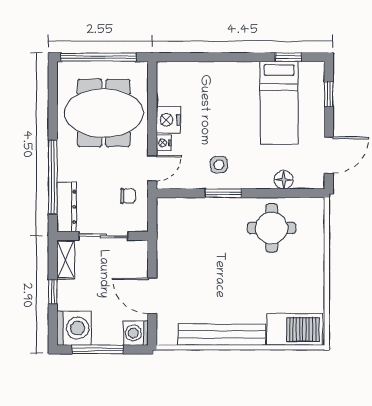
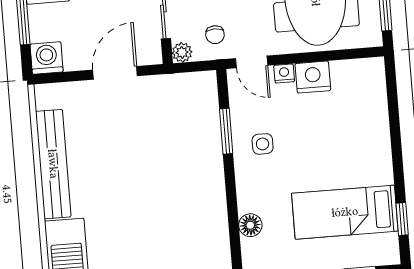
window: (223, 193) -> (226, 131), moved
plant: (140, 224) -> (182, 52), added
round table: (272, 228) -> (190, 215), removed
door: (152, 296) -> (115, 73), moved

